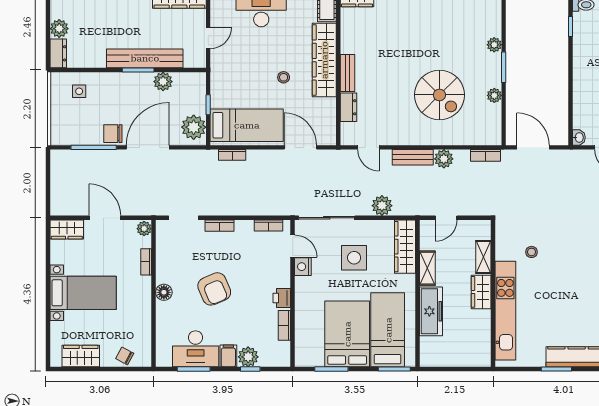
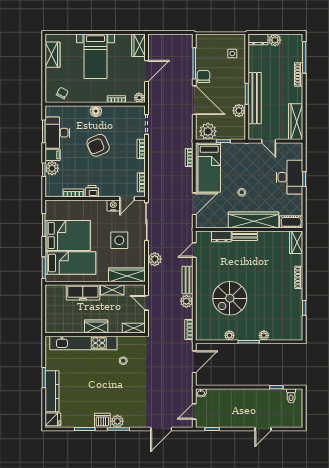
shelving: (483, 257) -> (134, 328), moved
chair: (125, 356) -> (62, 93), moved

